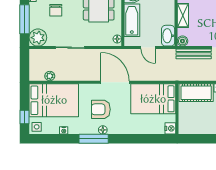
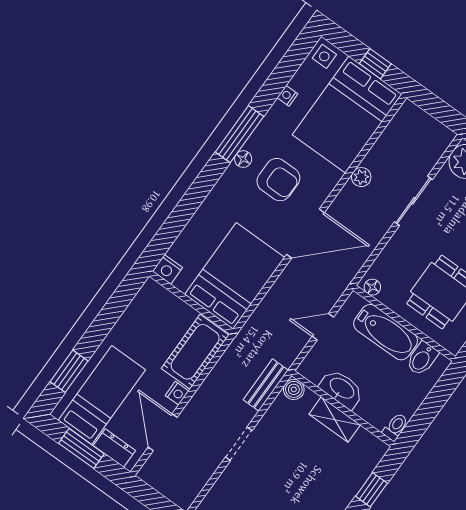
washbasin: (168, 36) -> (342, 389), moved
bench: (194, 54) -> (266, 385), width x0.73
plant: (50, 76) -> (361, 177), moved
armchair: (101, 109) -> (278, 180), turned 90
window: (25, 117) -> (375, 64), moved

